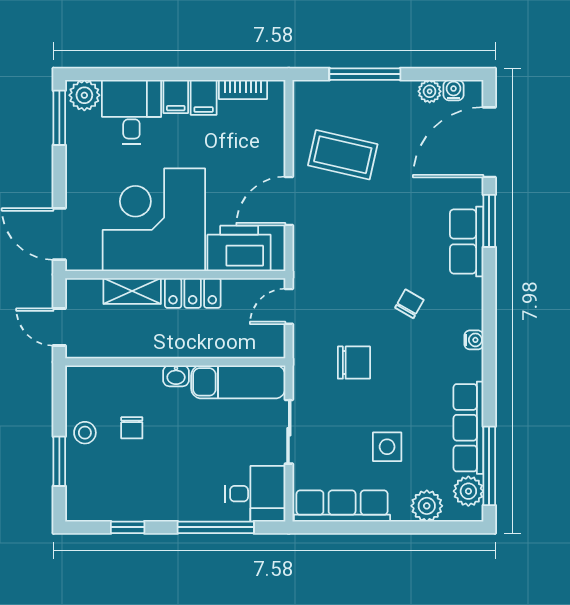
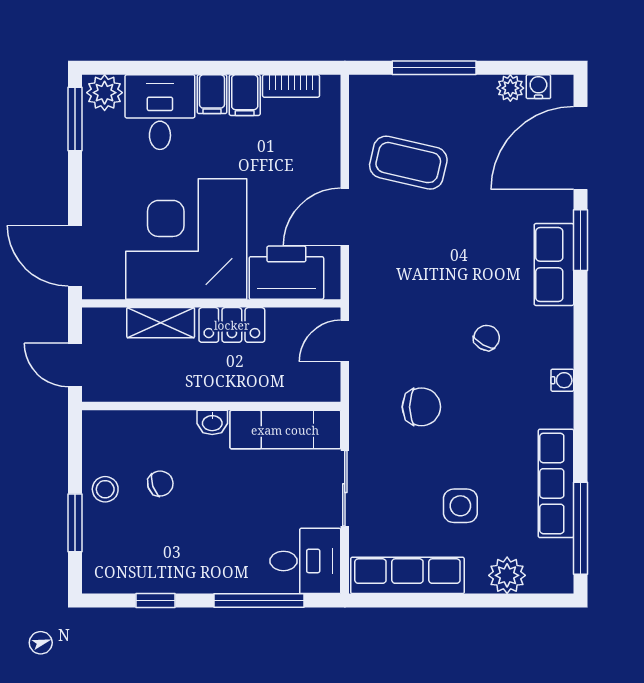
chair: (132, 428) -> (160, 484), turned -109
plant: (468, 491) -> (556, 558), removed

